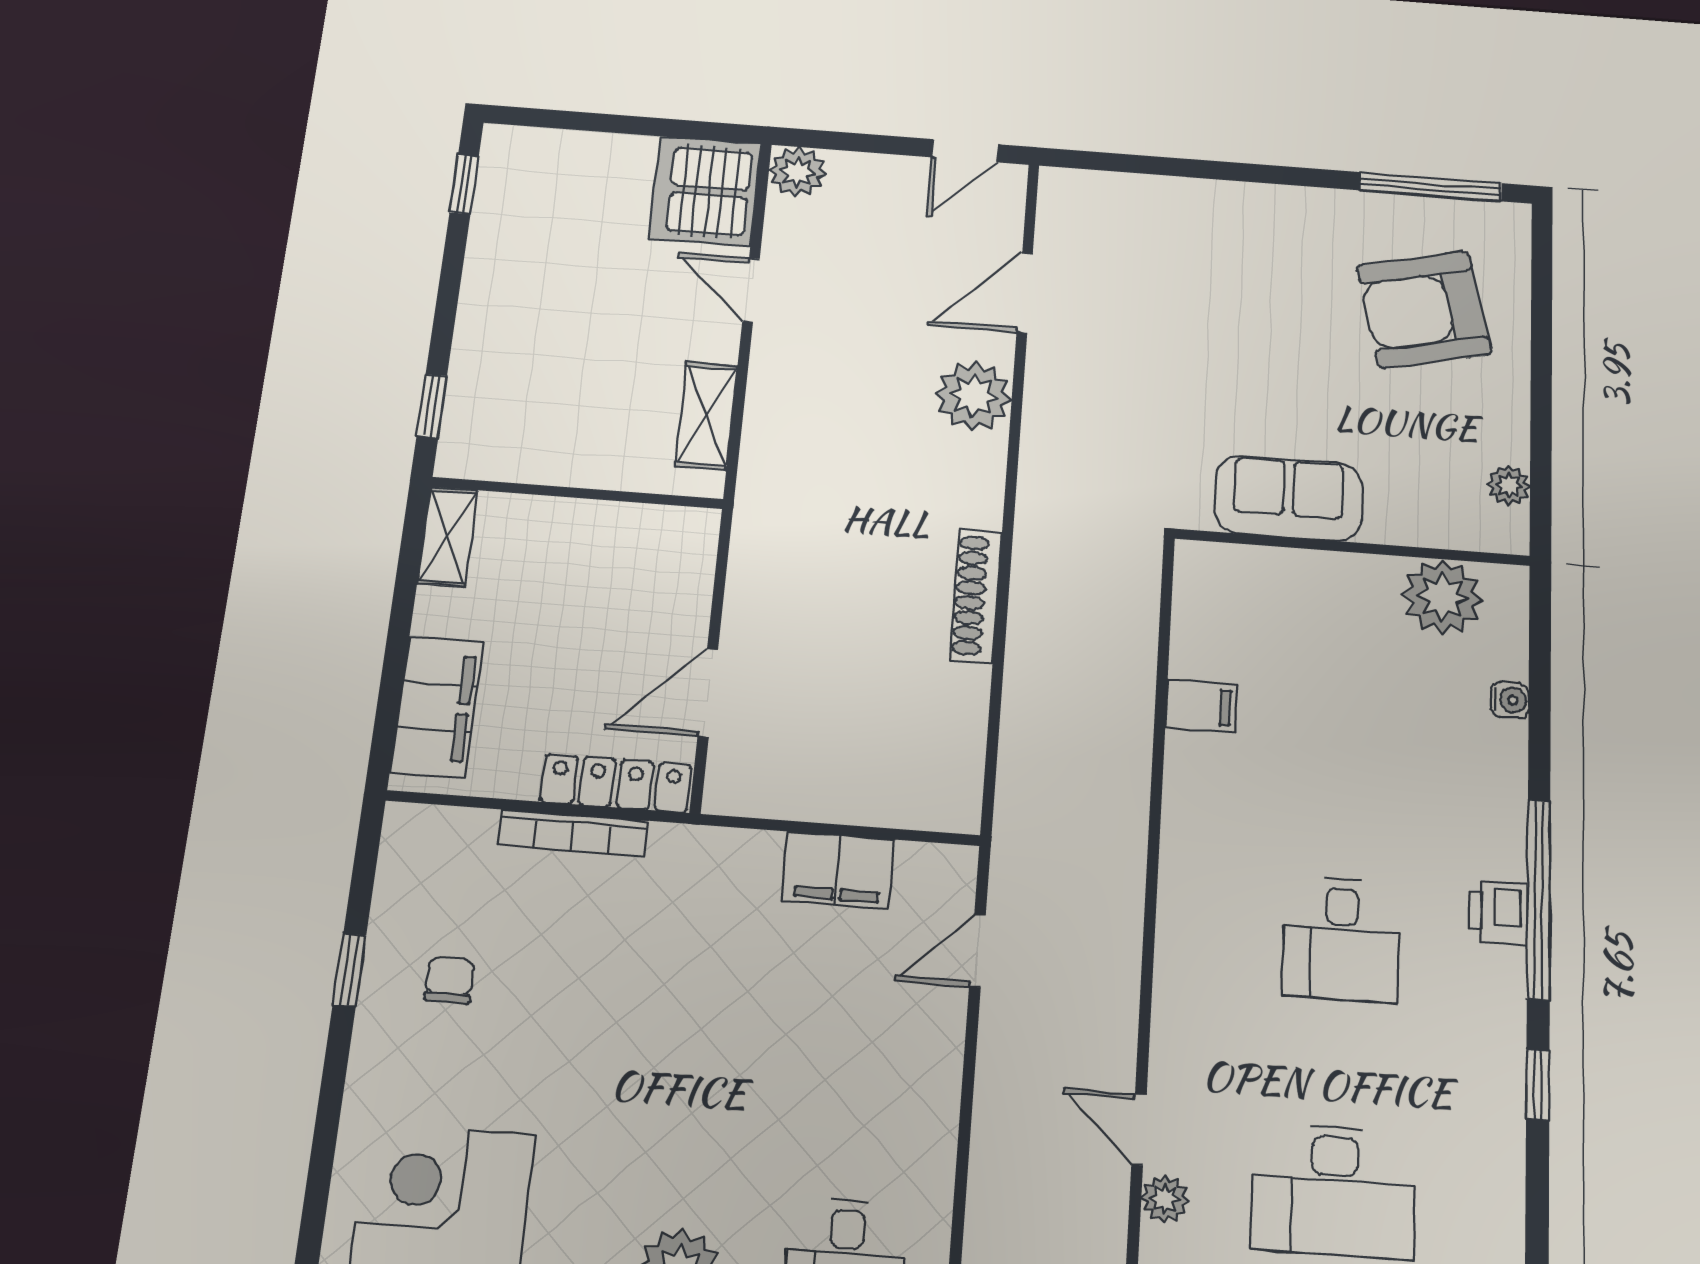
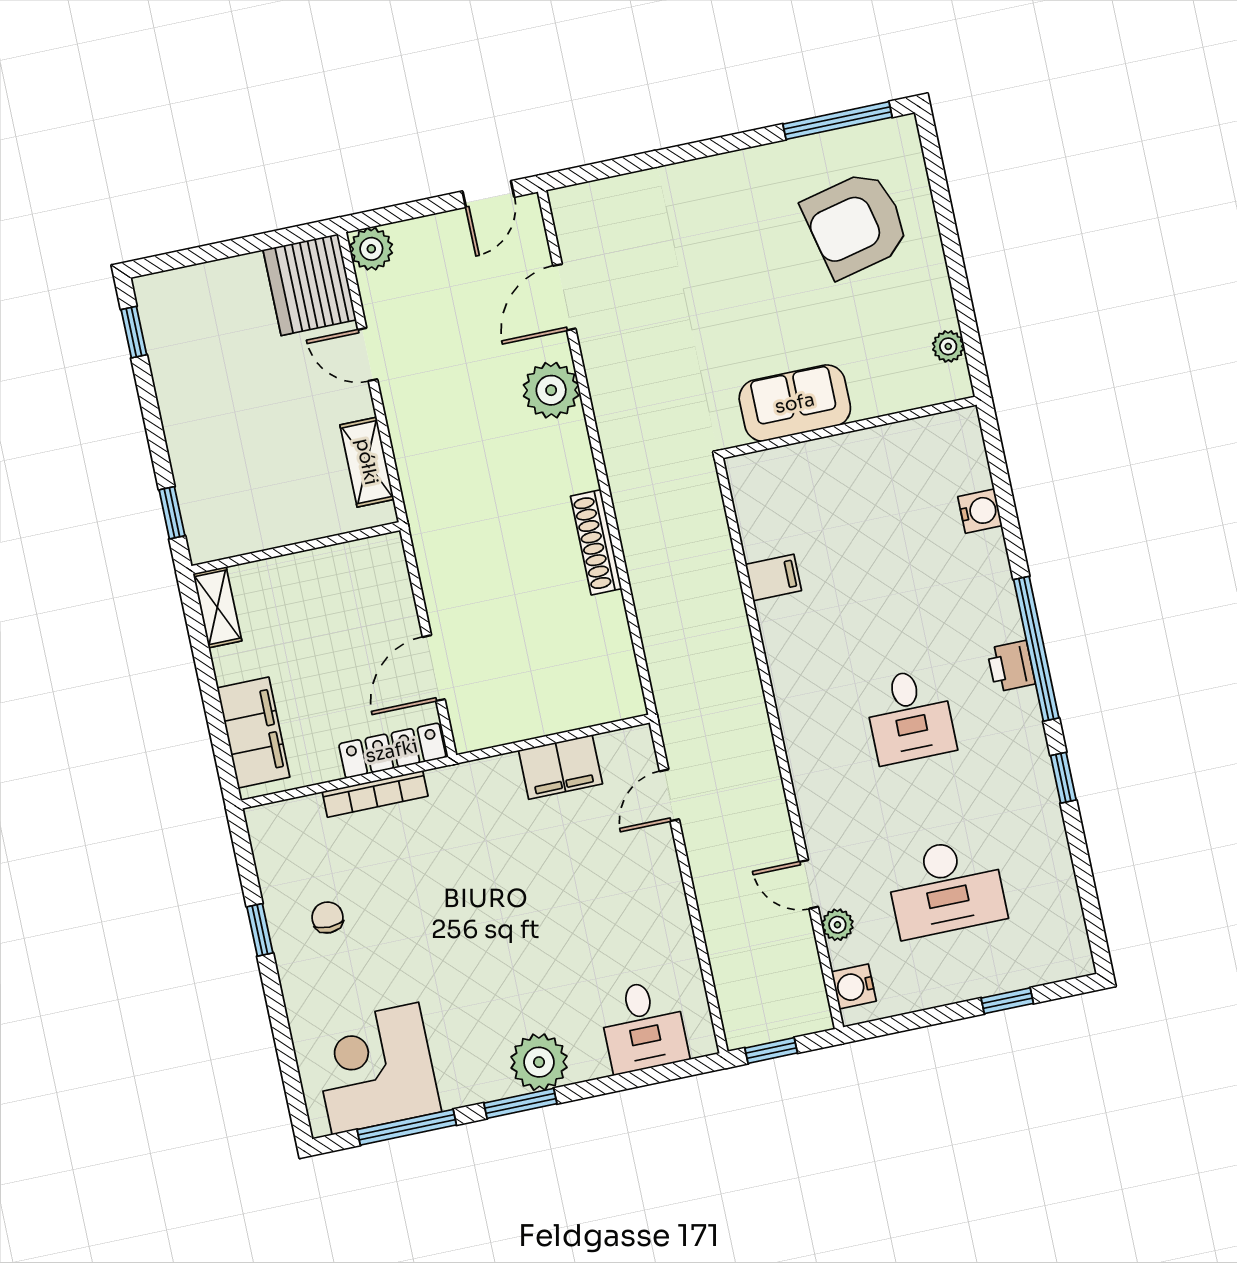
plant: (1442, 597) -> (921, 446), removed
water cooler: (1510, 700) -> (980, 511), width x1.38, depth x1.38

